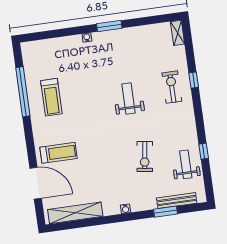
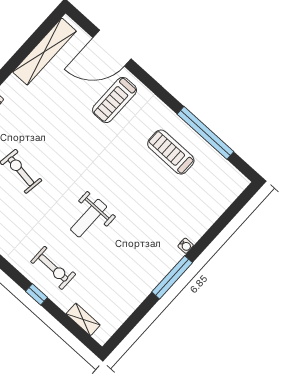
window: (109, 26) -> (172, 277), width x1.44
shelving: (178, 33) -> (83, 319), moved
weight bench: (129, 99) -> (89, 218), turned 90

